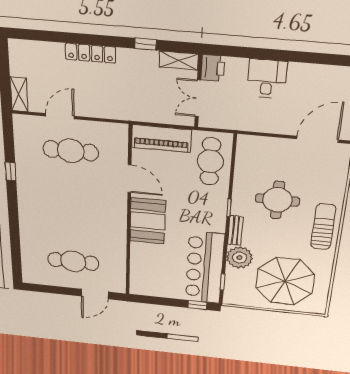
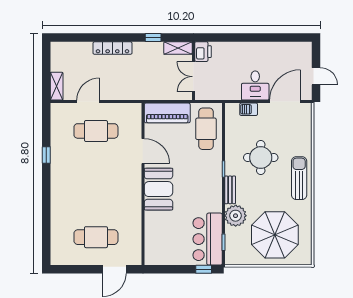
desk: (267, 79) -> (255, 86), moved, turned 180
barbecue: (268, 144) -> (249, 109), added
bar counter: (205, 268) -> (208, 239), width x0.73

